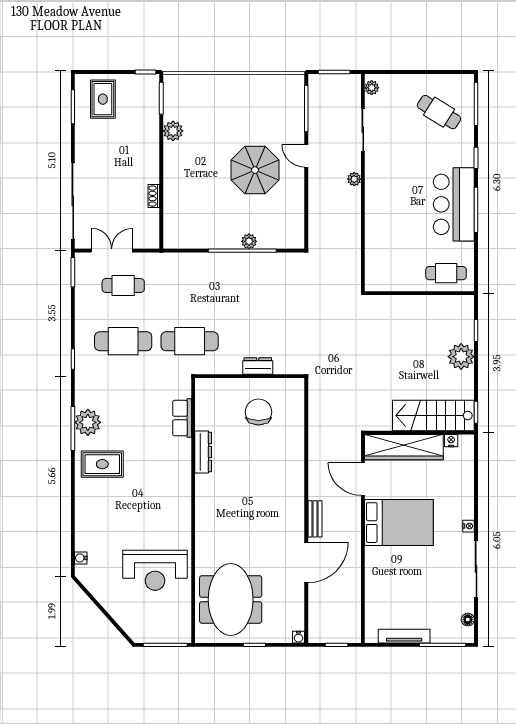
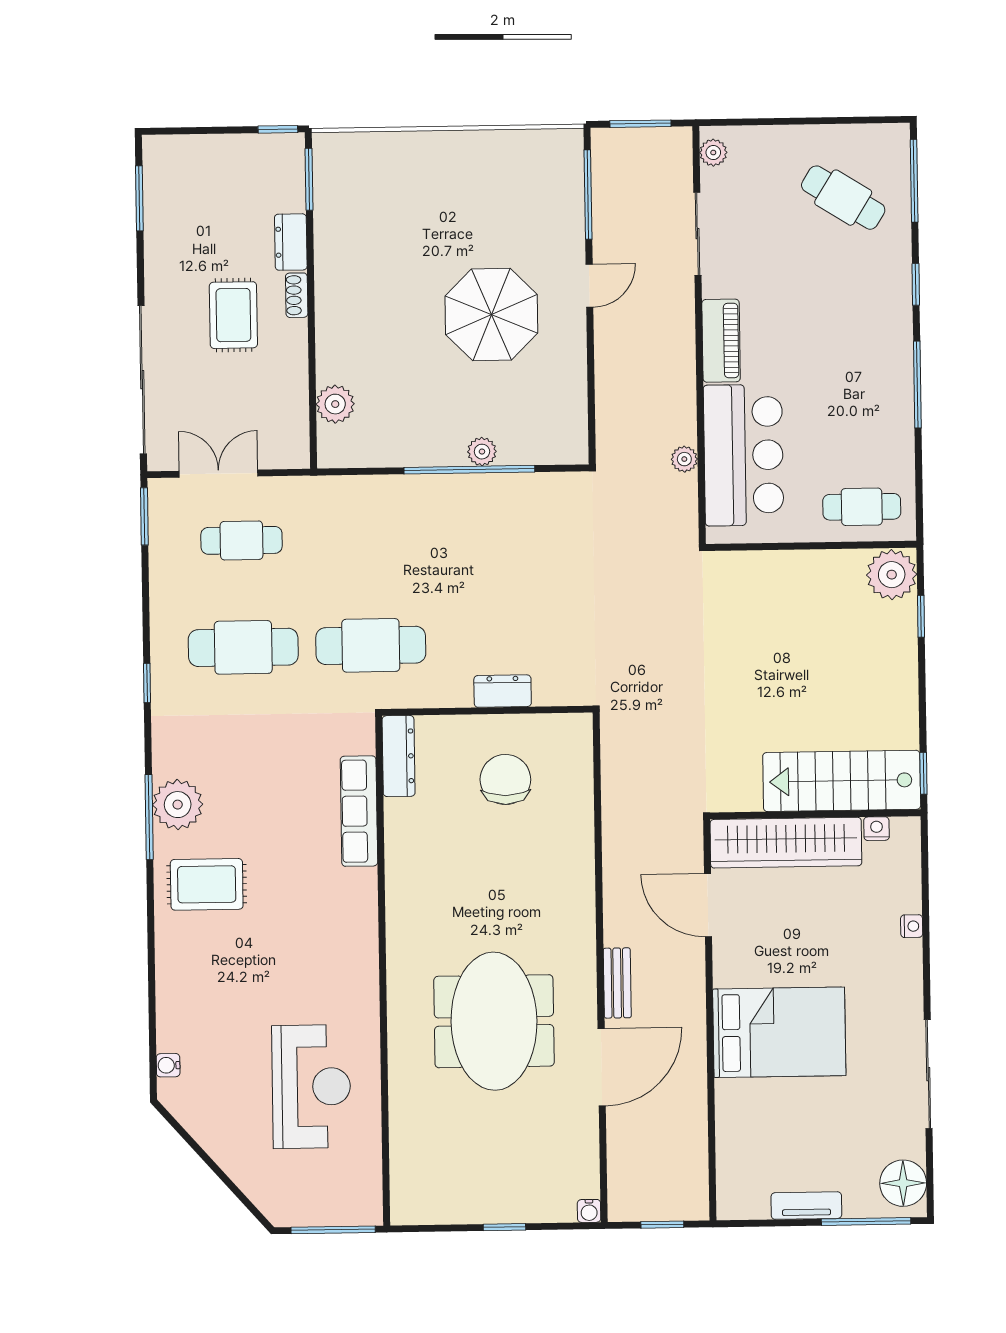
rug: (103, 99) -> (233, 315), moved
dresser: (151, 131) -> (291, 242), added
plant: (173, 131) -> (335, 404), moved
door: (306, 156) -> (589, 286), swing flipped
plant: (354, 179) -> (684, 459), moved
piano: (374, 186) -> (721, 341), added
shoe rack: (154, 196) -> (297, 295), moved
bar counter: (454, 204) -> (743, 455), moved, turned 180
plant: (461, 357) -> (892, 575), moved
row of seats: (182, 418) -> (359, 811), width x1.48
dresser: (203, 452) -> (399, 756), moved
bed: (399, 523) -> (779, 1032), moved
nightstand: (469, 526) -> (912, 926), moved
reception desk: (155, 570) -> (311, 1087), turned -90
meeting table: (231, 599) -> (494, 1021), moved
floor lamp: (468, 620) -> (903, 1183), width x1.89, depth x1.89
tv unit: (404, 636) -> (806, 1206), width x0.71

